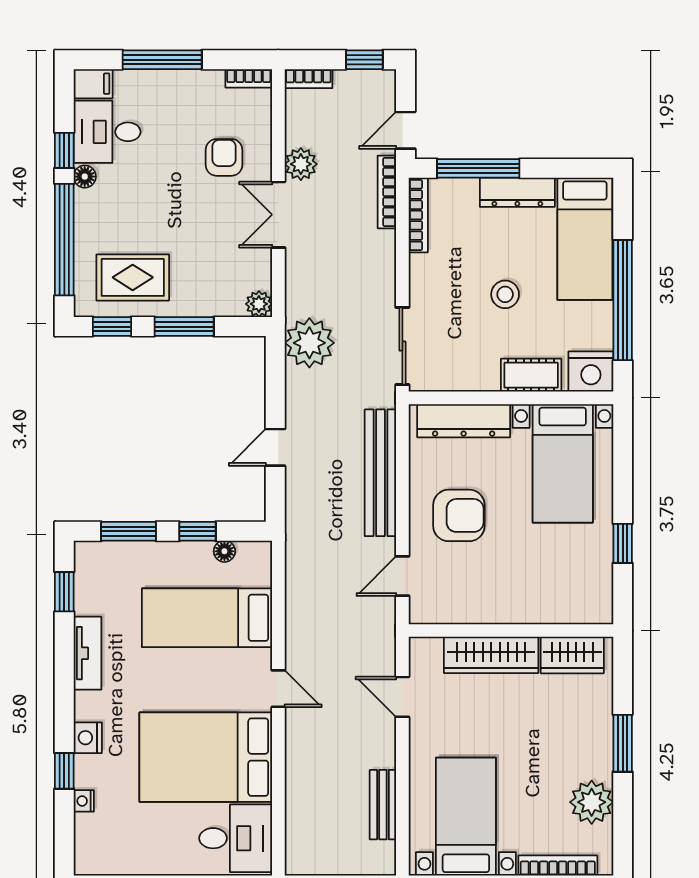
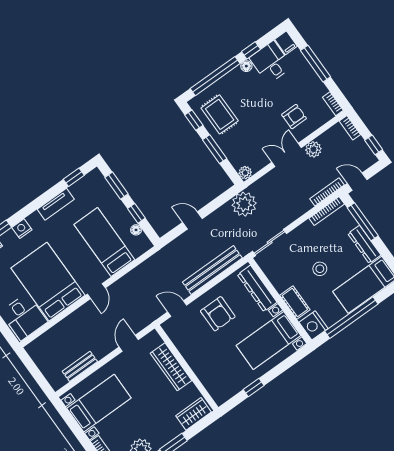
wardrobe: (572, 655) -> (193, 414), moved, turned 90

